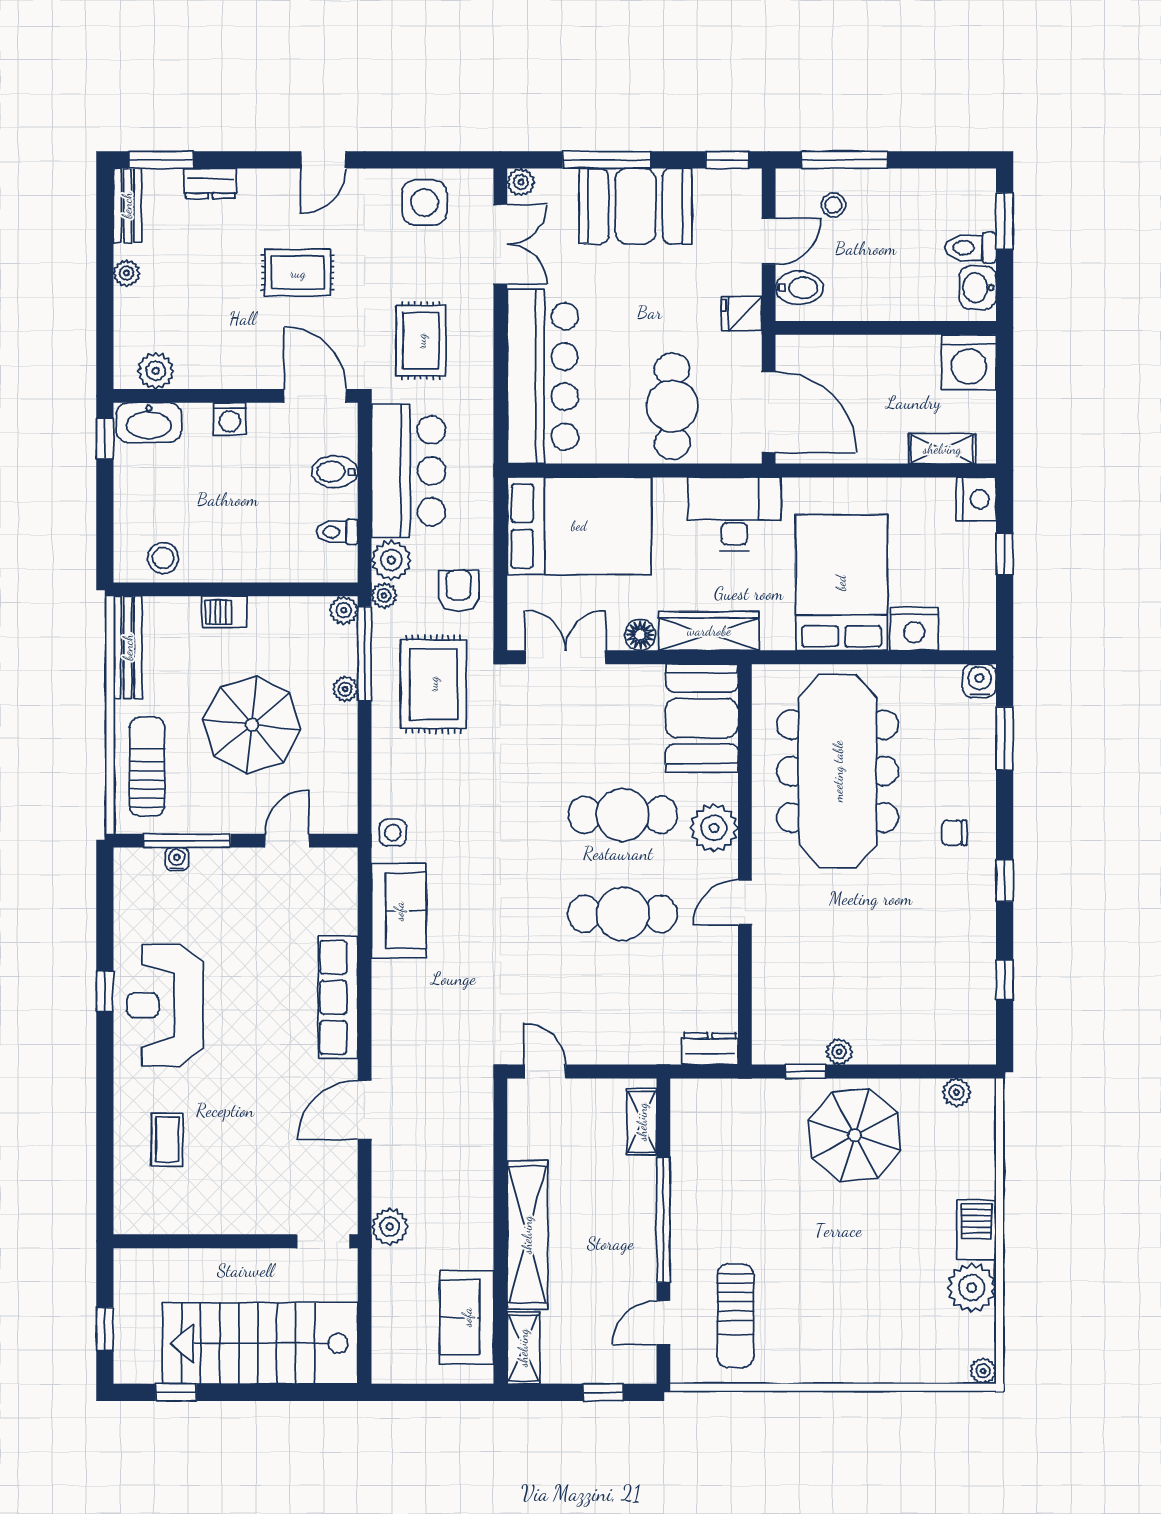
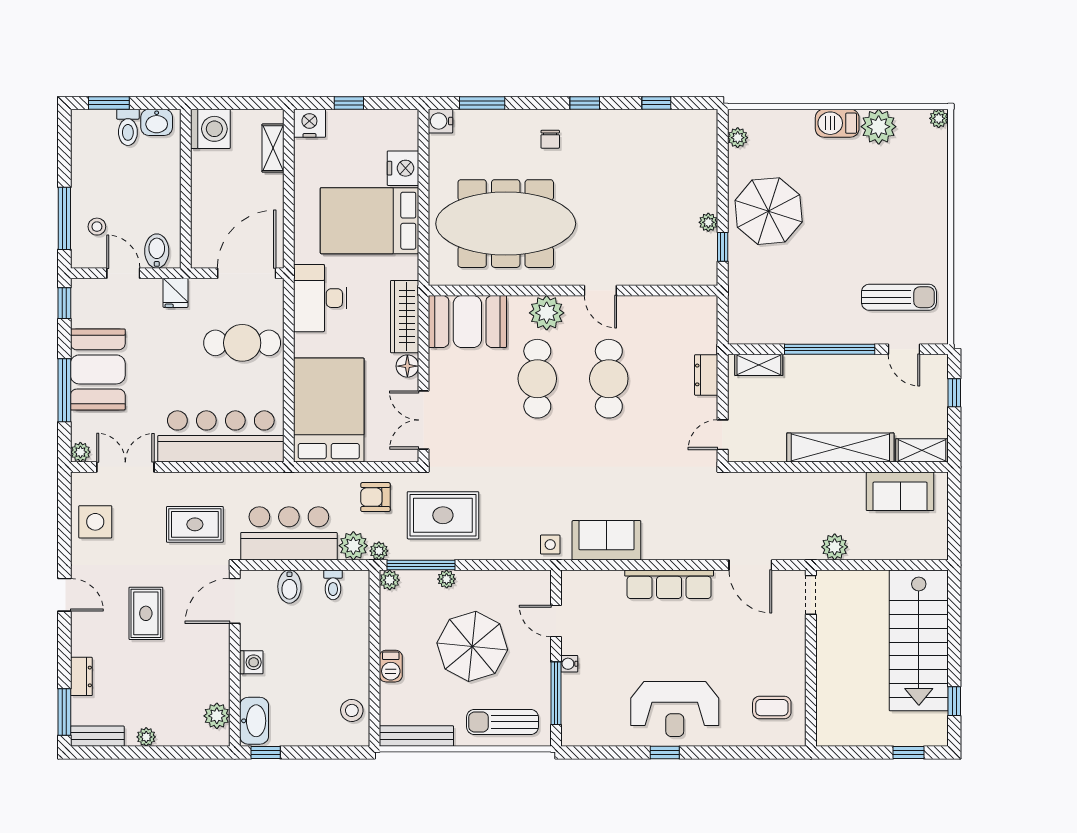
water cooler: (177, 859) -> (569, 664), moved
dresser: (710, 1049) -> (706, 375), moved
wall: (236, 1241) -> (811, 658), moved
doorway: (323, 1241) -> (811, 595), moved

